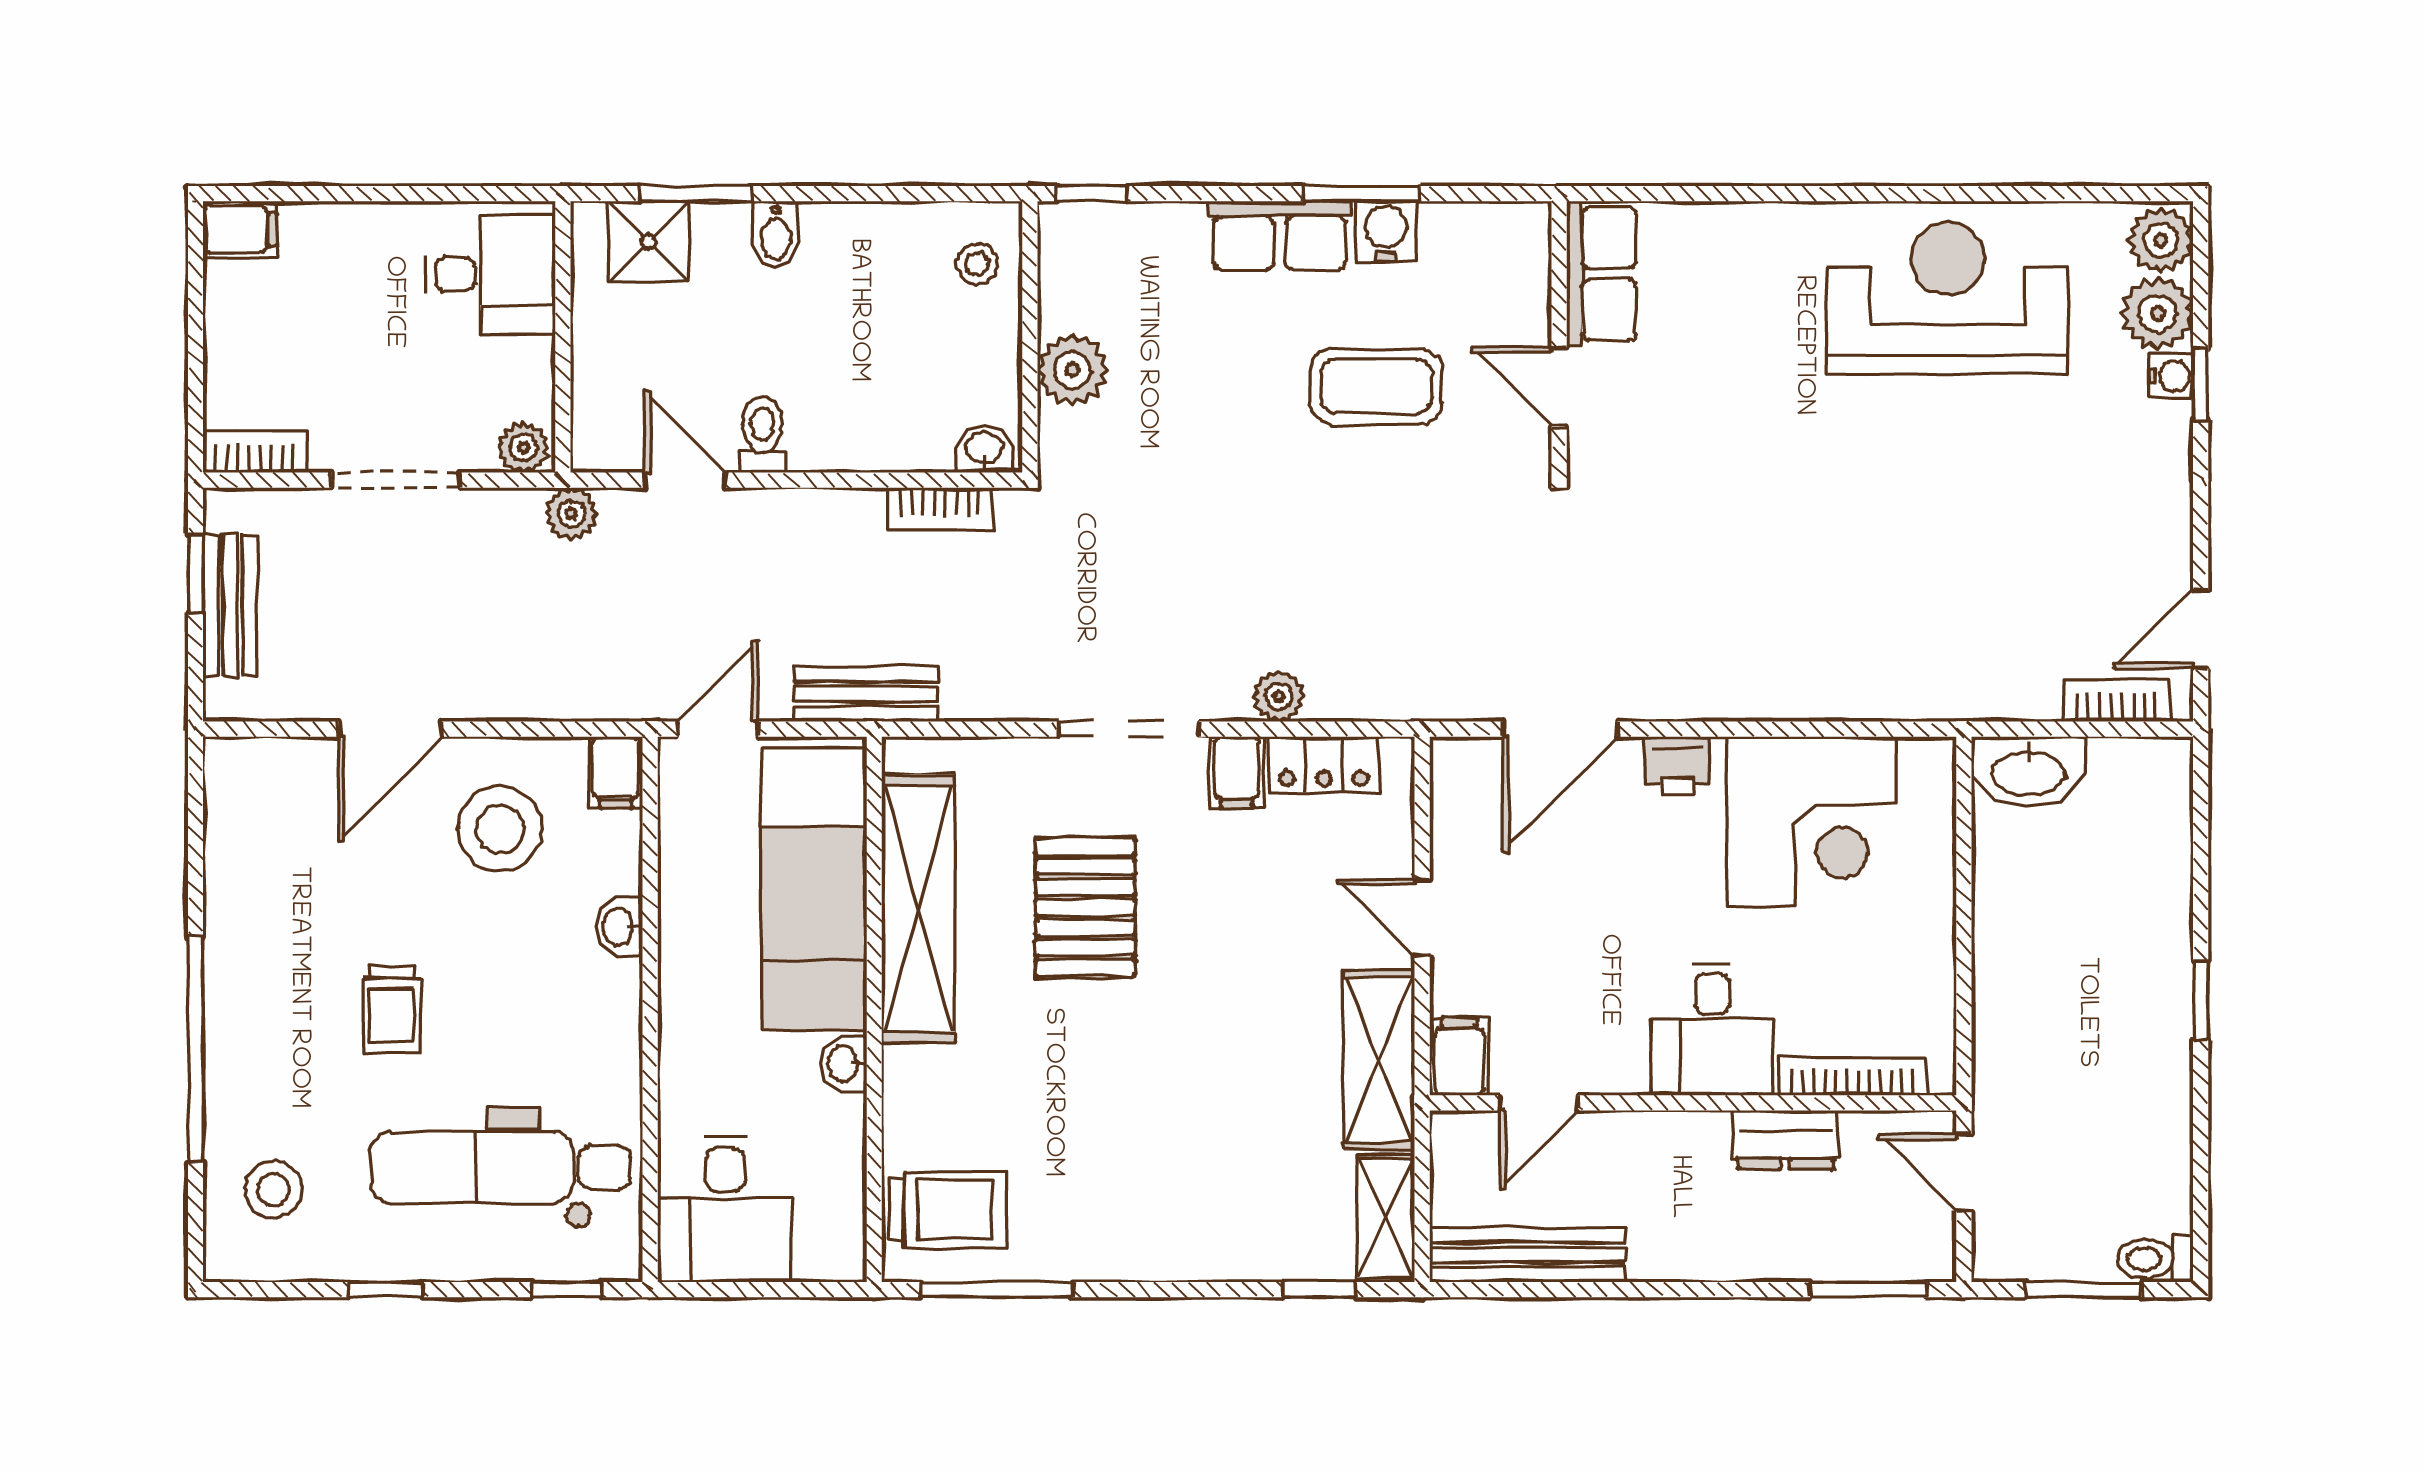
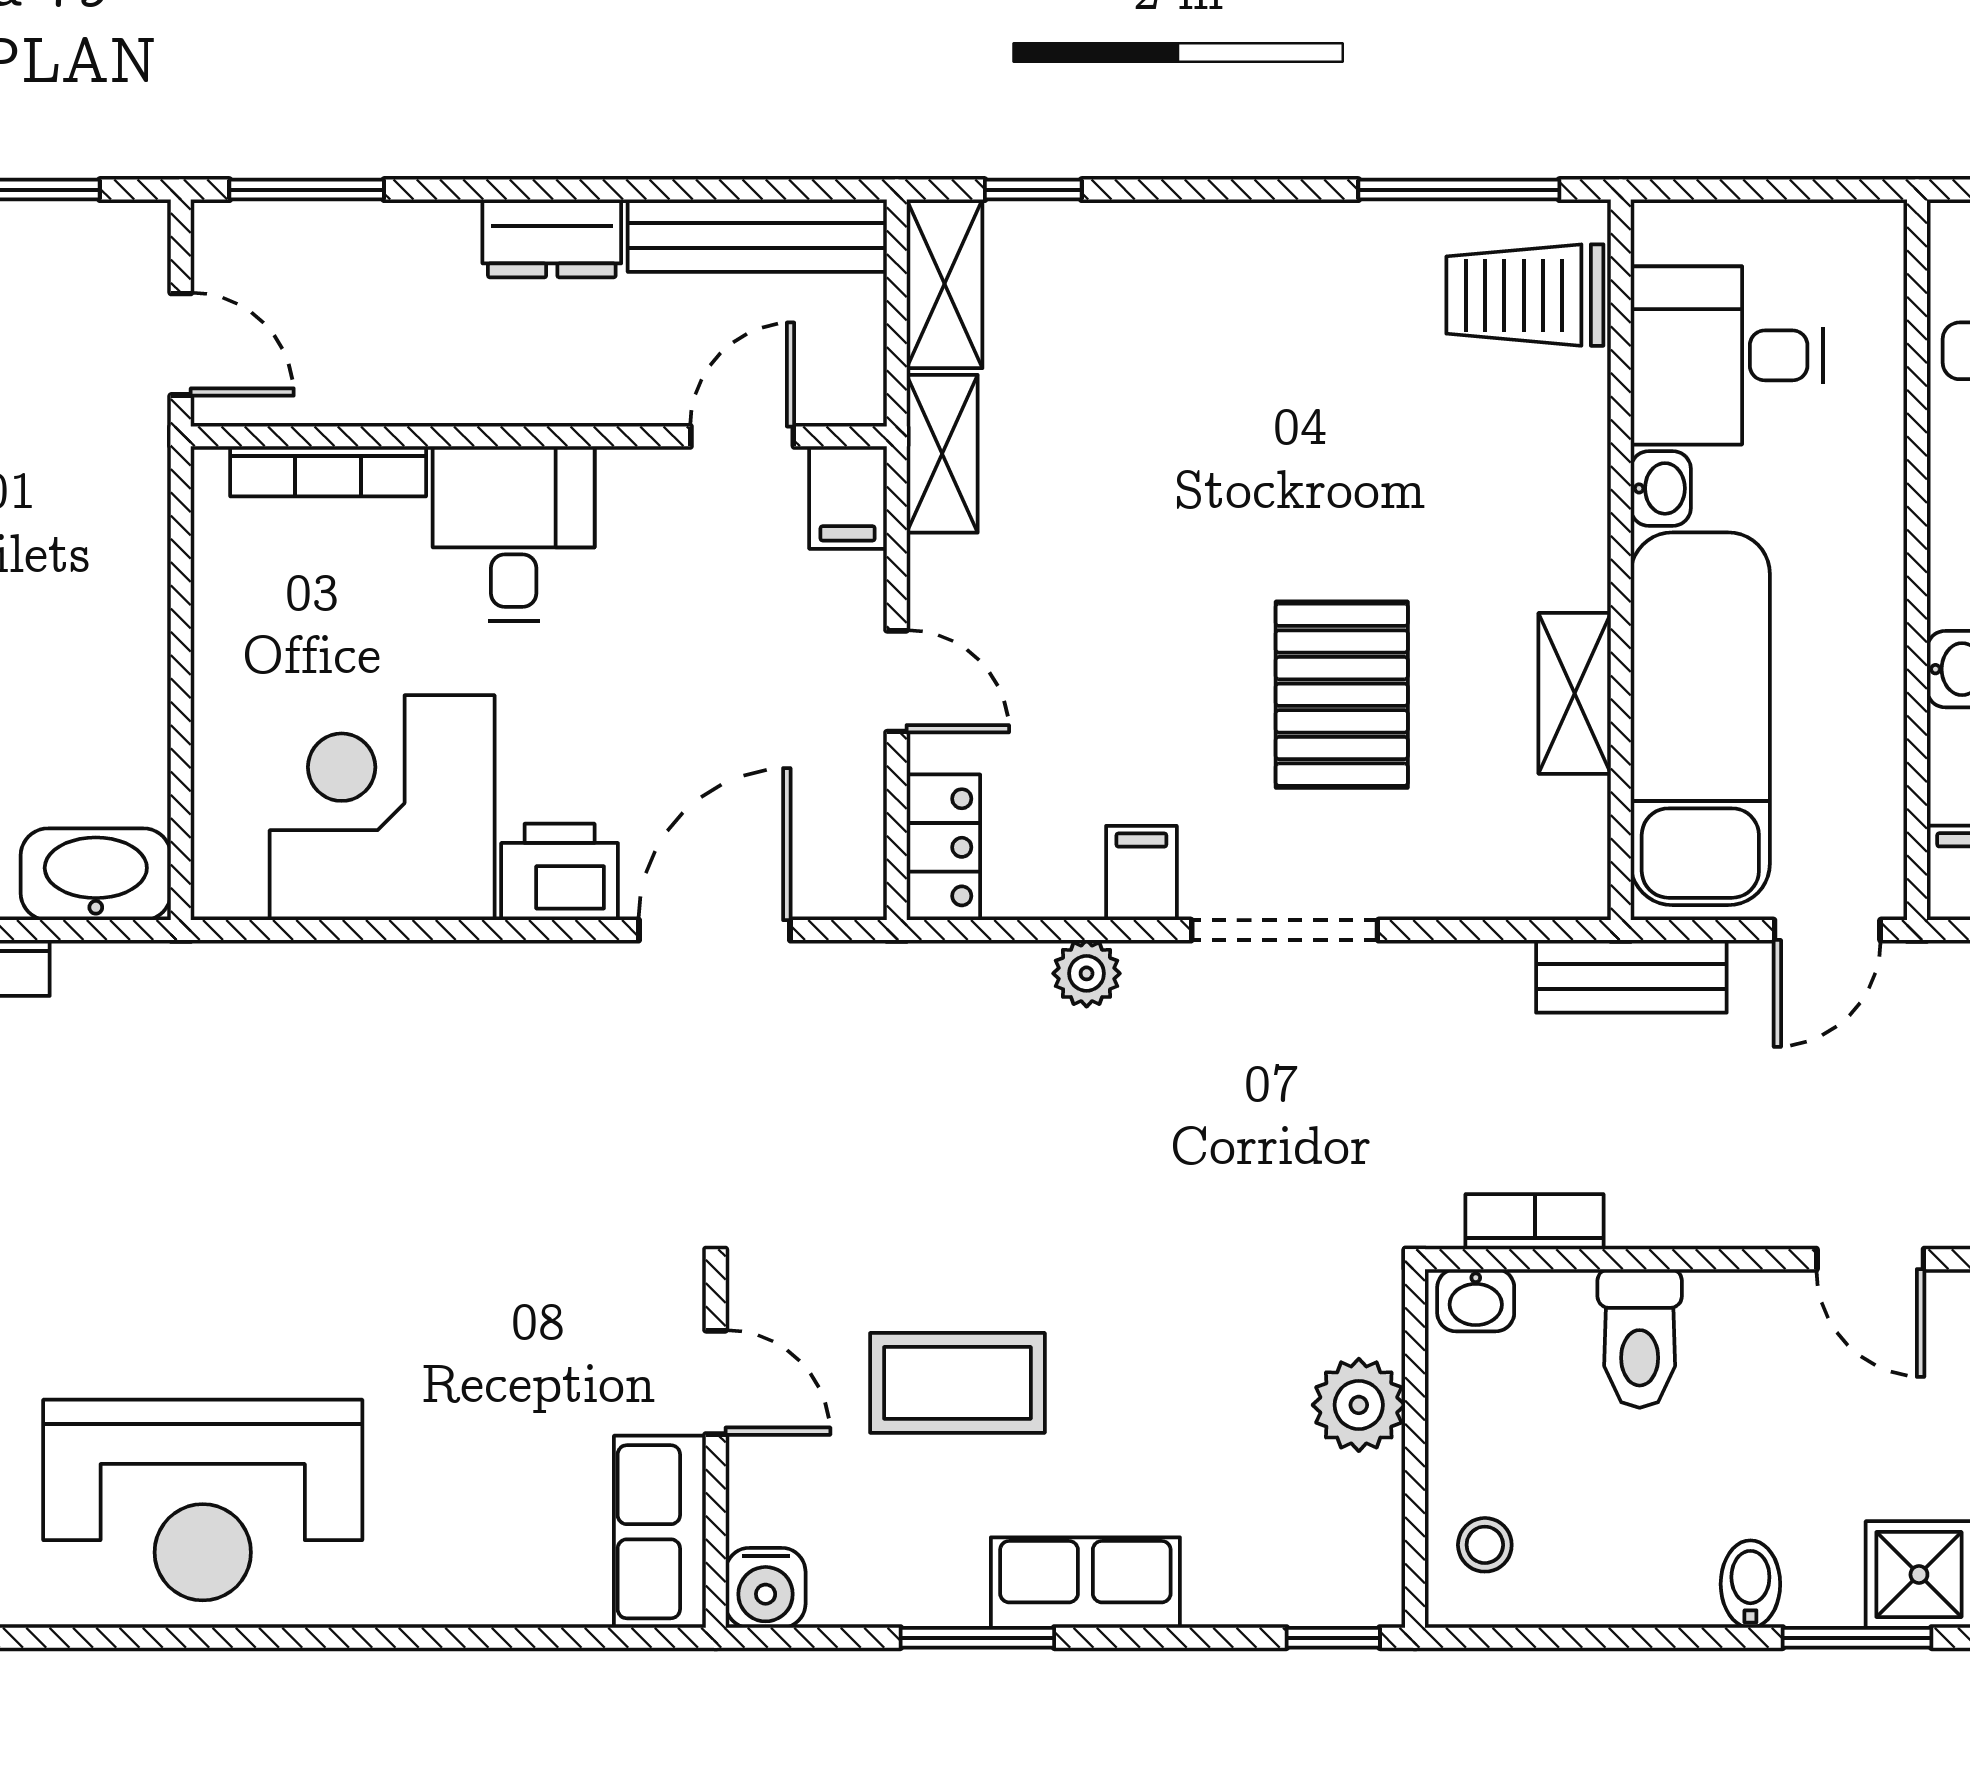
water cooler: (1386, 231) -> (766, 1588), moved
toilet: (762, 435) -> (1640, 1338), moved, width x1.37, depth x1.39
locker: (1324, 765) -> (943, 847), moved, turned 90
printer: (1677, 766) -> (560, 872), width x1.36, depth x1.24
shelving: (918, 908) -> (1575, 693), width x0.45, depth x0.75
shelving: (1379, 1060) -> (942, 454), width x0.67, depth x0.75
dresser: (1785, 1140) -> (552, 238), moved, turned 180
desk: (725, 1209) -> (1727, 355), moved, turned -90

